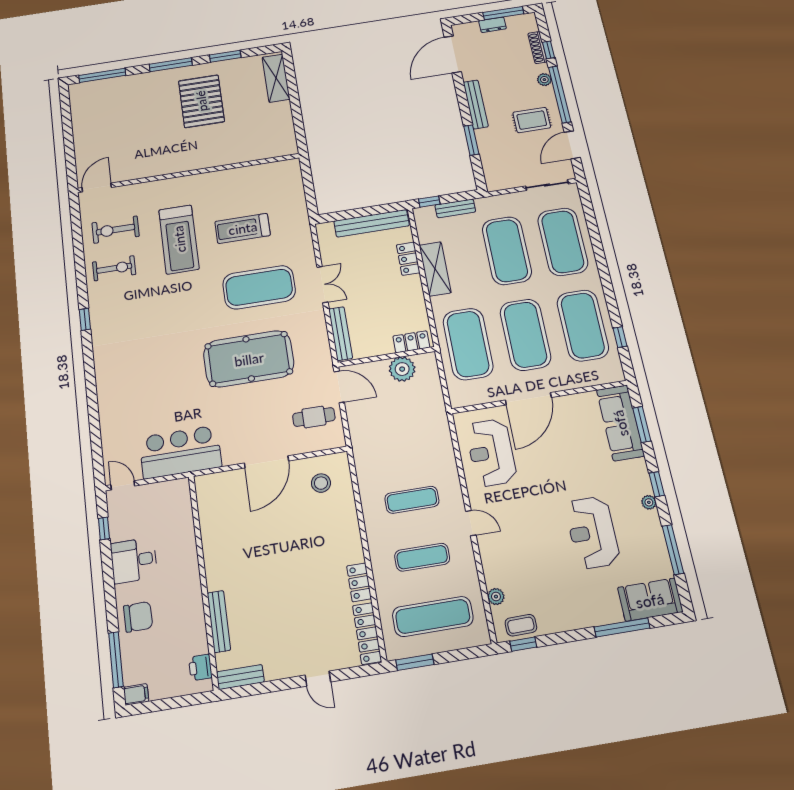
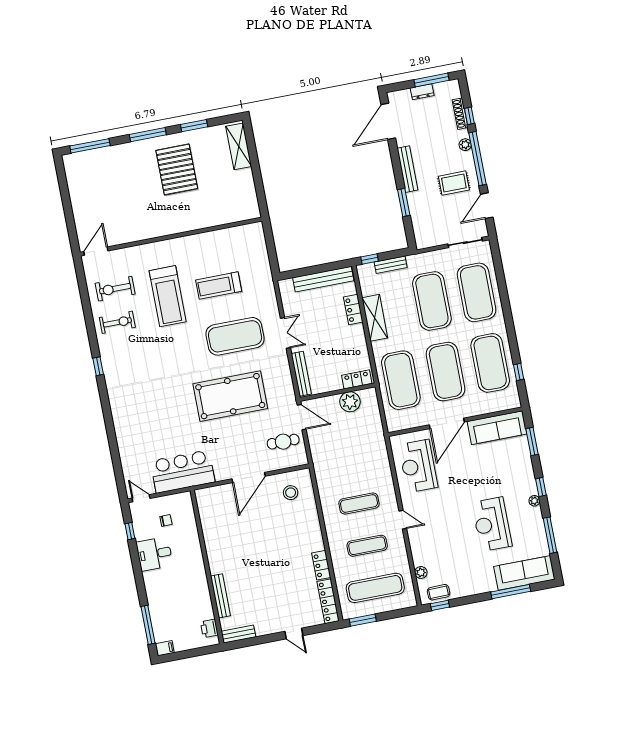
sofa: (620, 423) -> (497, 428), moved, turned -90
sofa: (650, 600) -> (524, 573), width x1.36
chair: (138, 617) -> (166, 520), moved, width x0.54, depth x0.54

